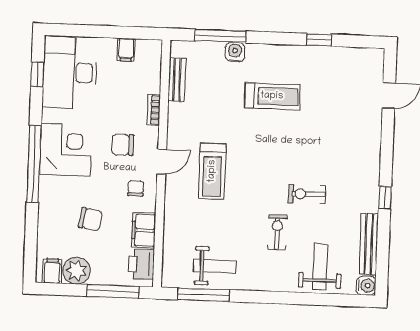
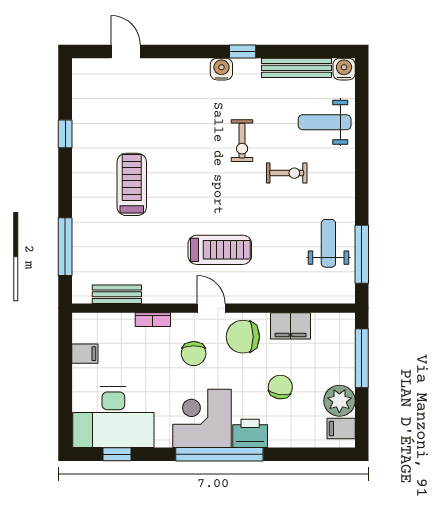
water cooler: (235, 52) -> (221, 69), moved, turned 90
chair: (136, 188) -> (243, 337), width x1.87, depth x1.87
exercise bike: (277, 232) -> (287, 173), turned 180
printer: (141, 264) -> (250, 433), moved, turned 180

